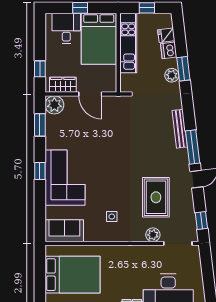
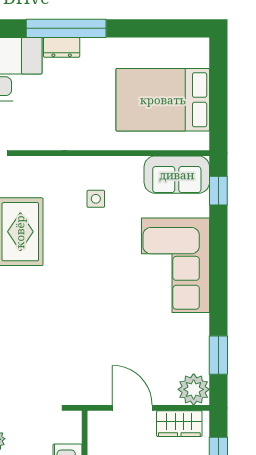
window: (40, 171) -> (218, 191), moved
plant: (153, 235) -> (25, 168), removed

